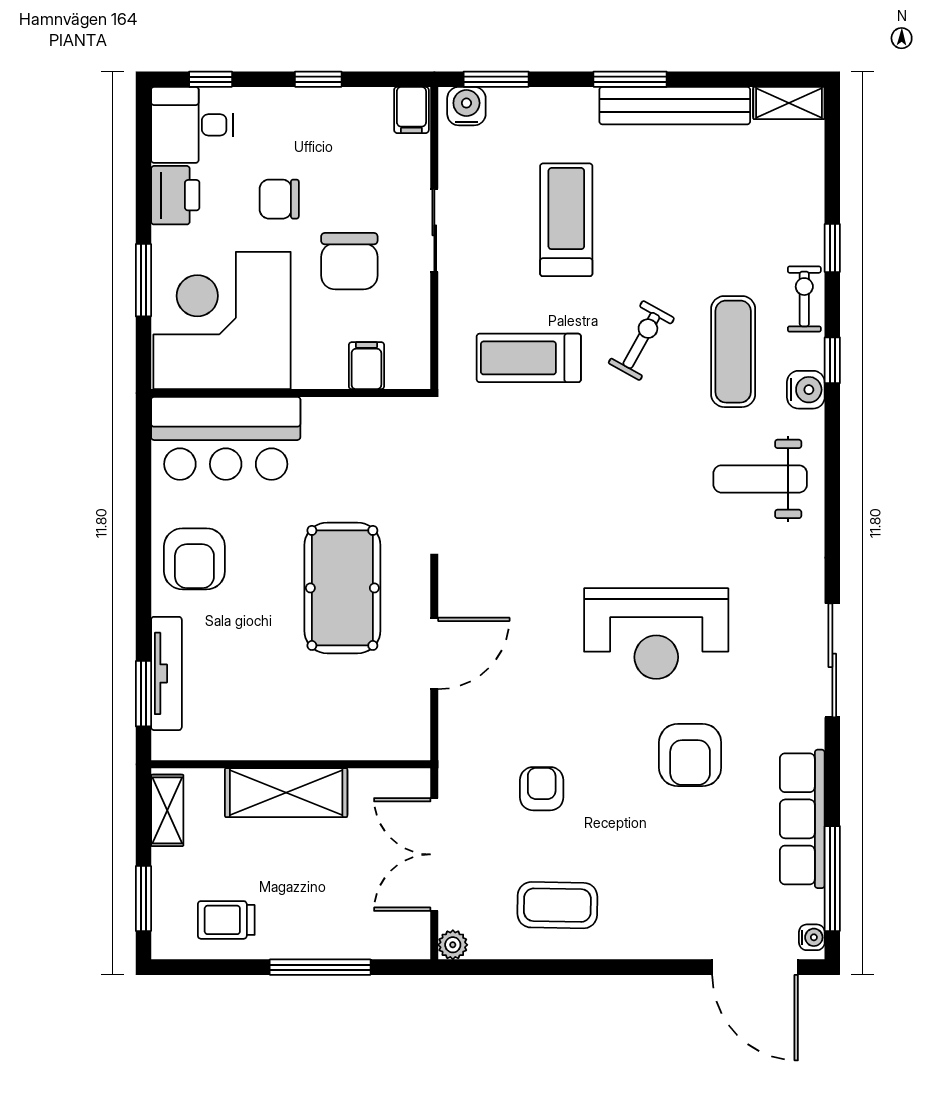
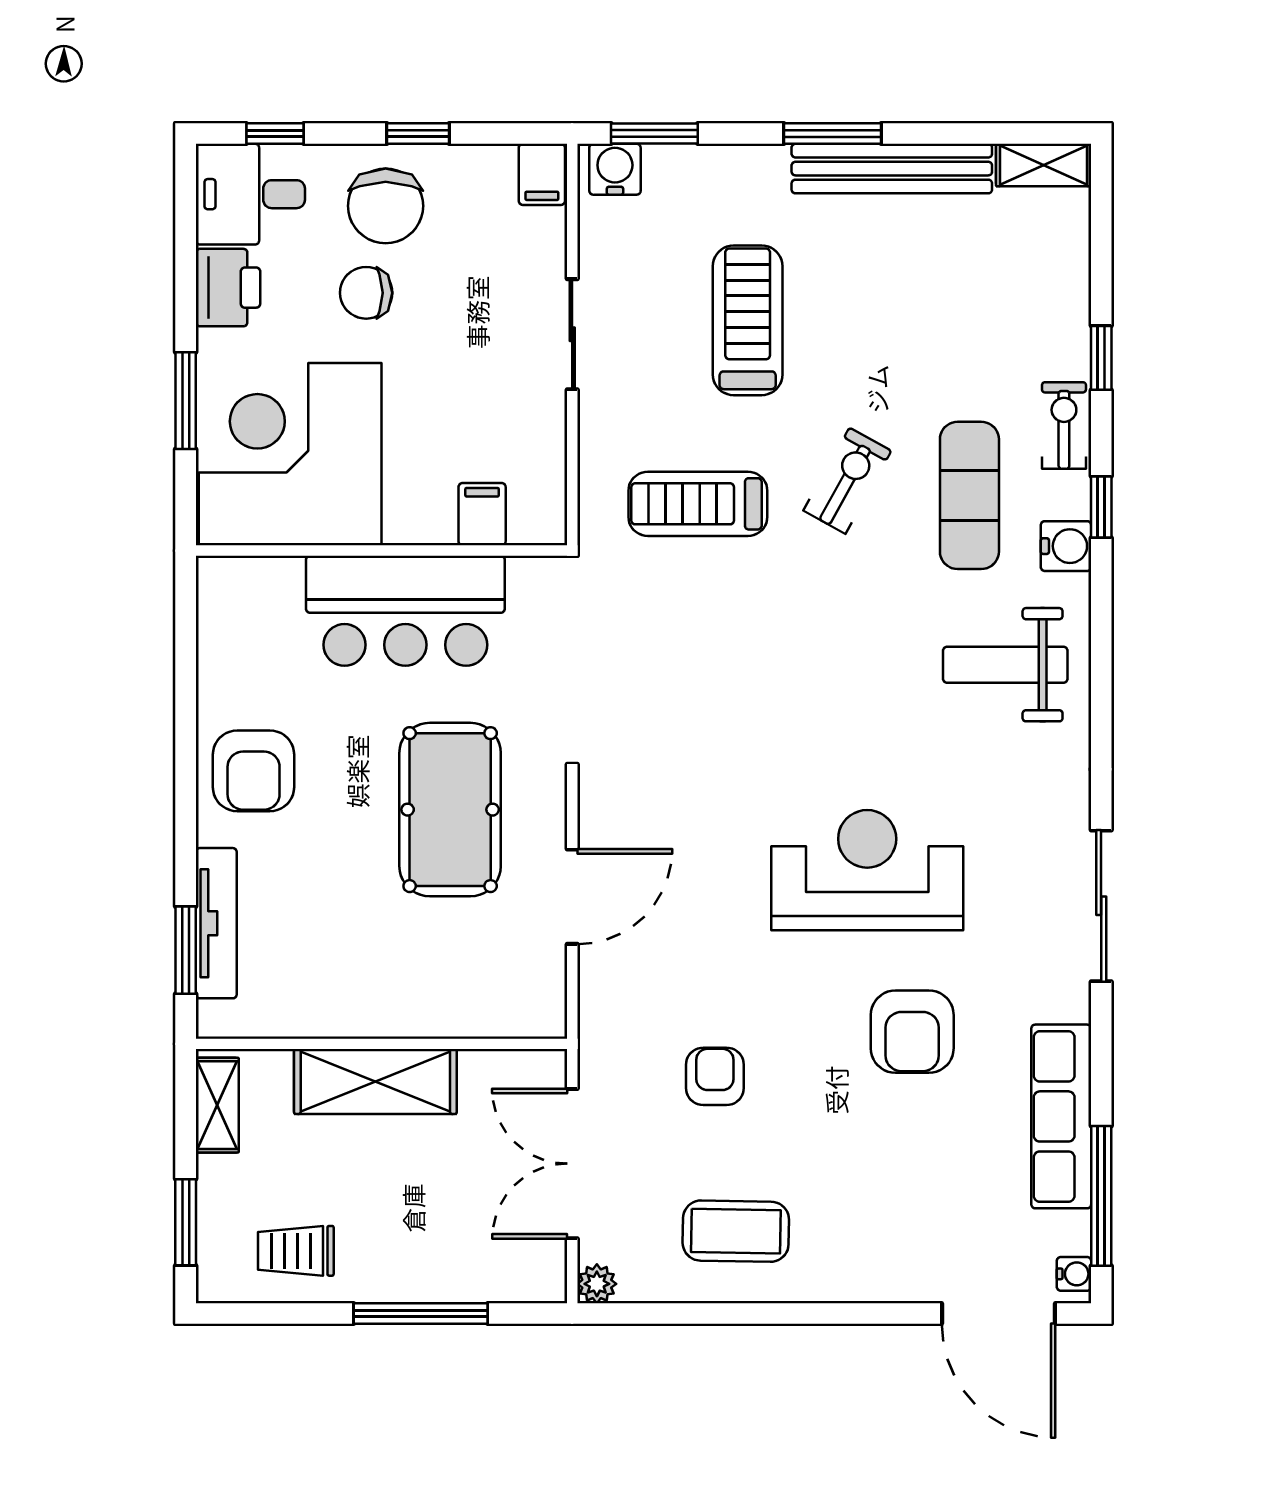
chair: (349, 261) -> (386, 206), moved
bar counter: (226, 438) -> (405, 611), moved
reception desk: (656, 634) -> (867, 870), turned 180

